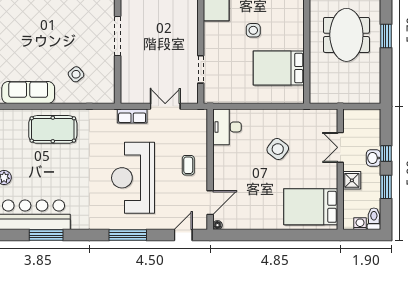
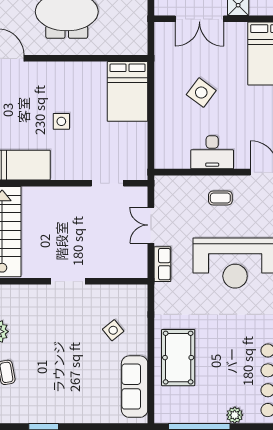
doorway: (118, 36) -> (68, 281), width x0.73
bed: (279, 68) -> (128, 91), moved
desk: (227, 127) -> (212, 152), moved
double door: (340, 147) -> (199, 19), width x1.37

